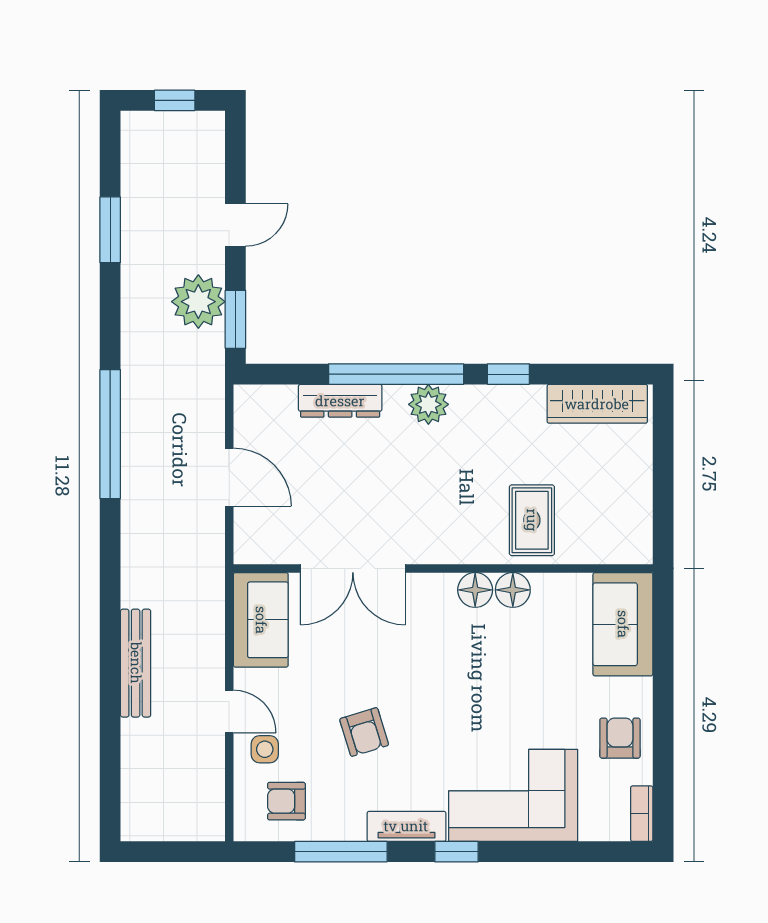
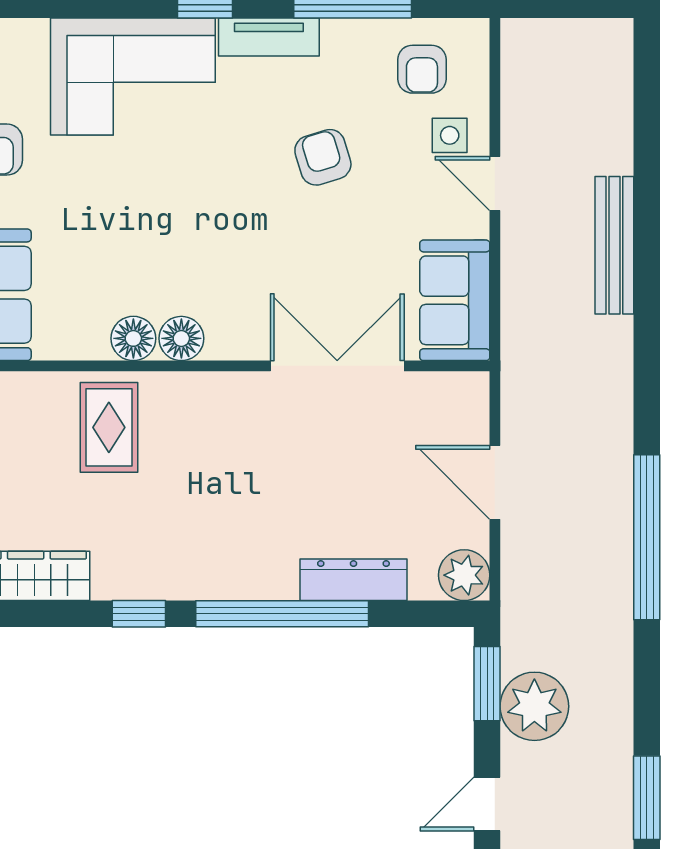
plant: (428, 404) -> (464, 575), moved
armchair: (286, 801) -> (422, 69), turned 90

